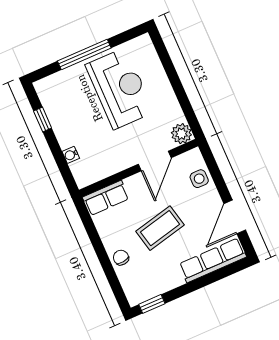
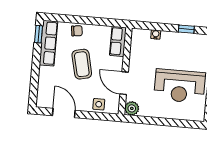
row of seats: (213, 260) -> (49, 43), moved

